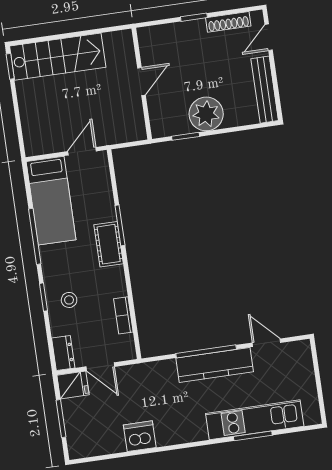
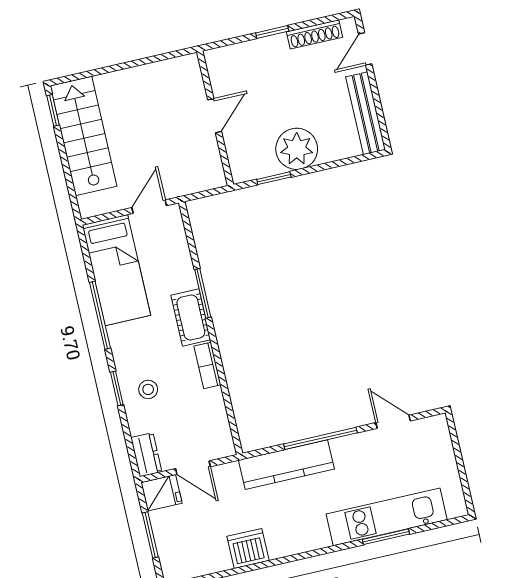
stairs: (58, 57) -> (84, 136), moved, turned -90
bookcase: (123, 315) -> (207, 365), moved
kitchen counter: (215, 365) -> (286, 465), moved

